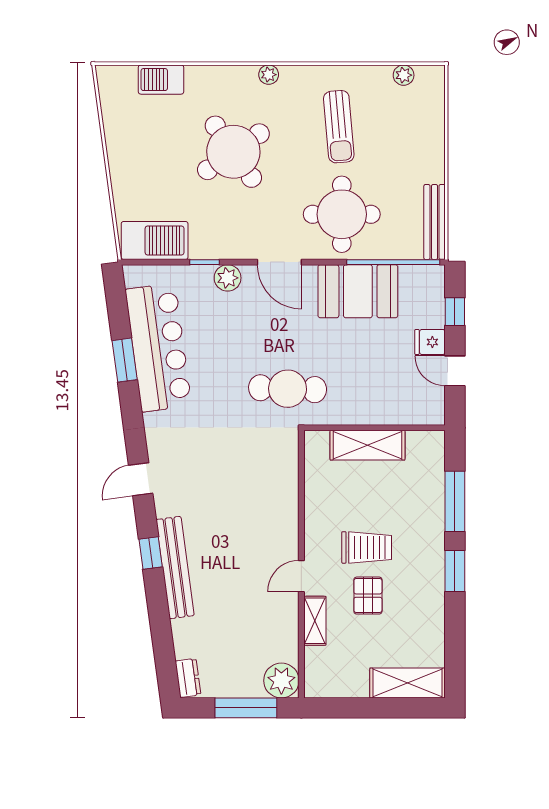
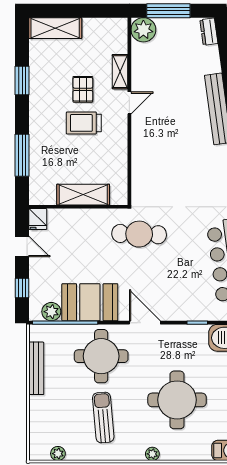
round table: (233, 152) -> (177, 400), turned 35
bench: (435, 222) -> (36, 368), moved
plant: (228, 278) -> (51, 312), moved
fridge: (430, 342) -> (38, 219), moved, turned 90
window: (455, 571) -> (22, 81), moved

